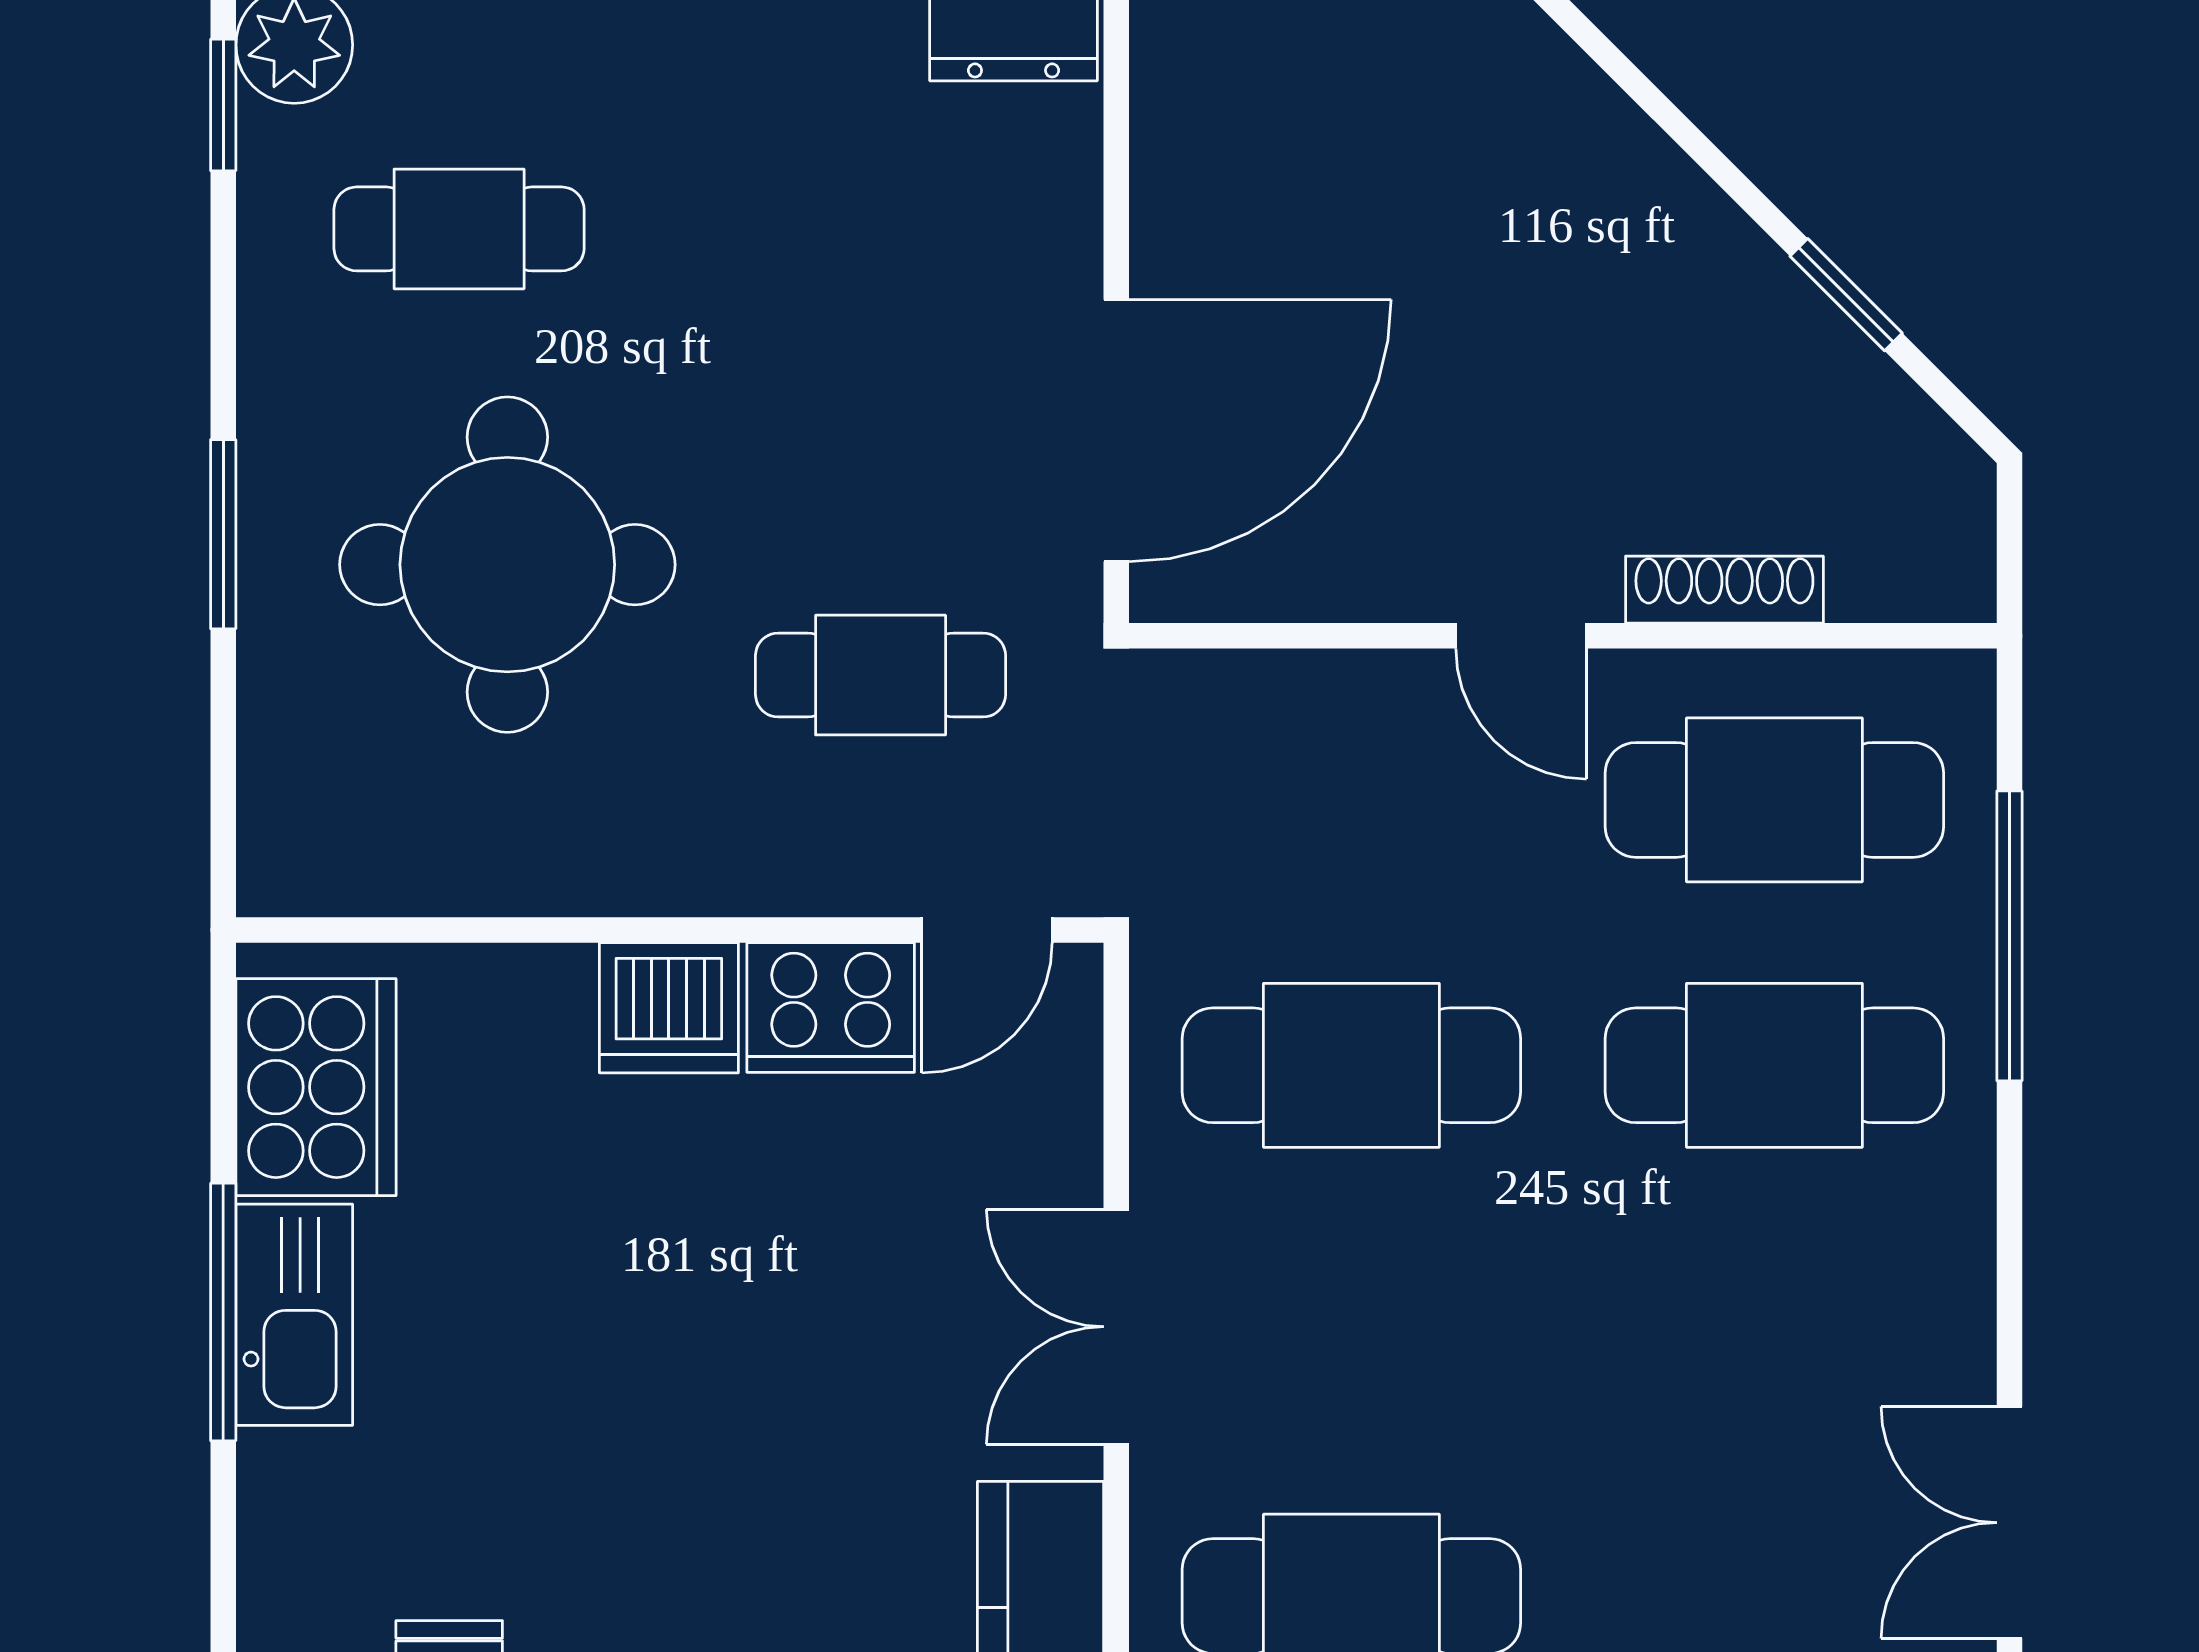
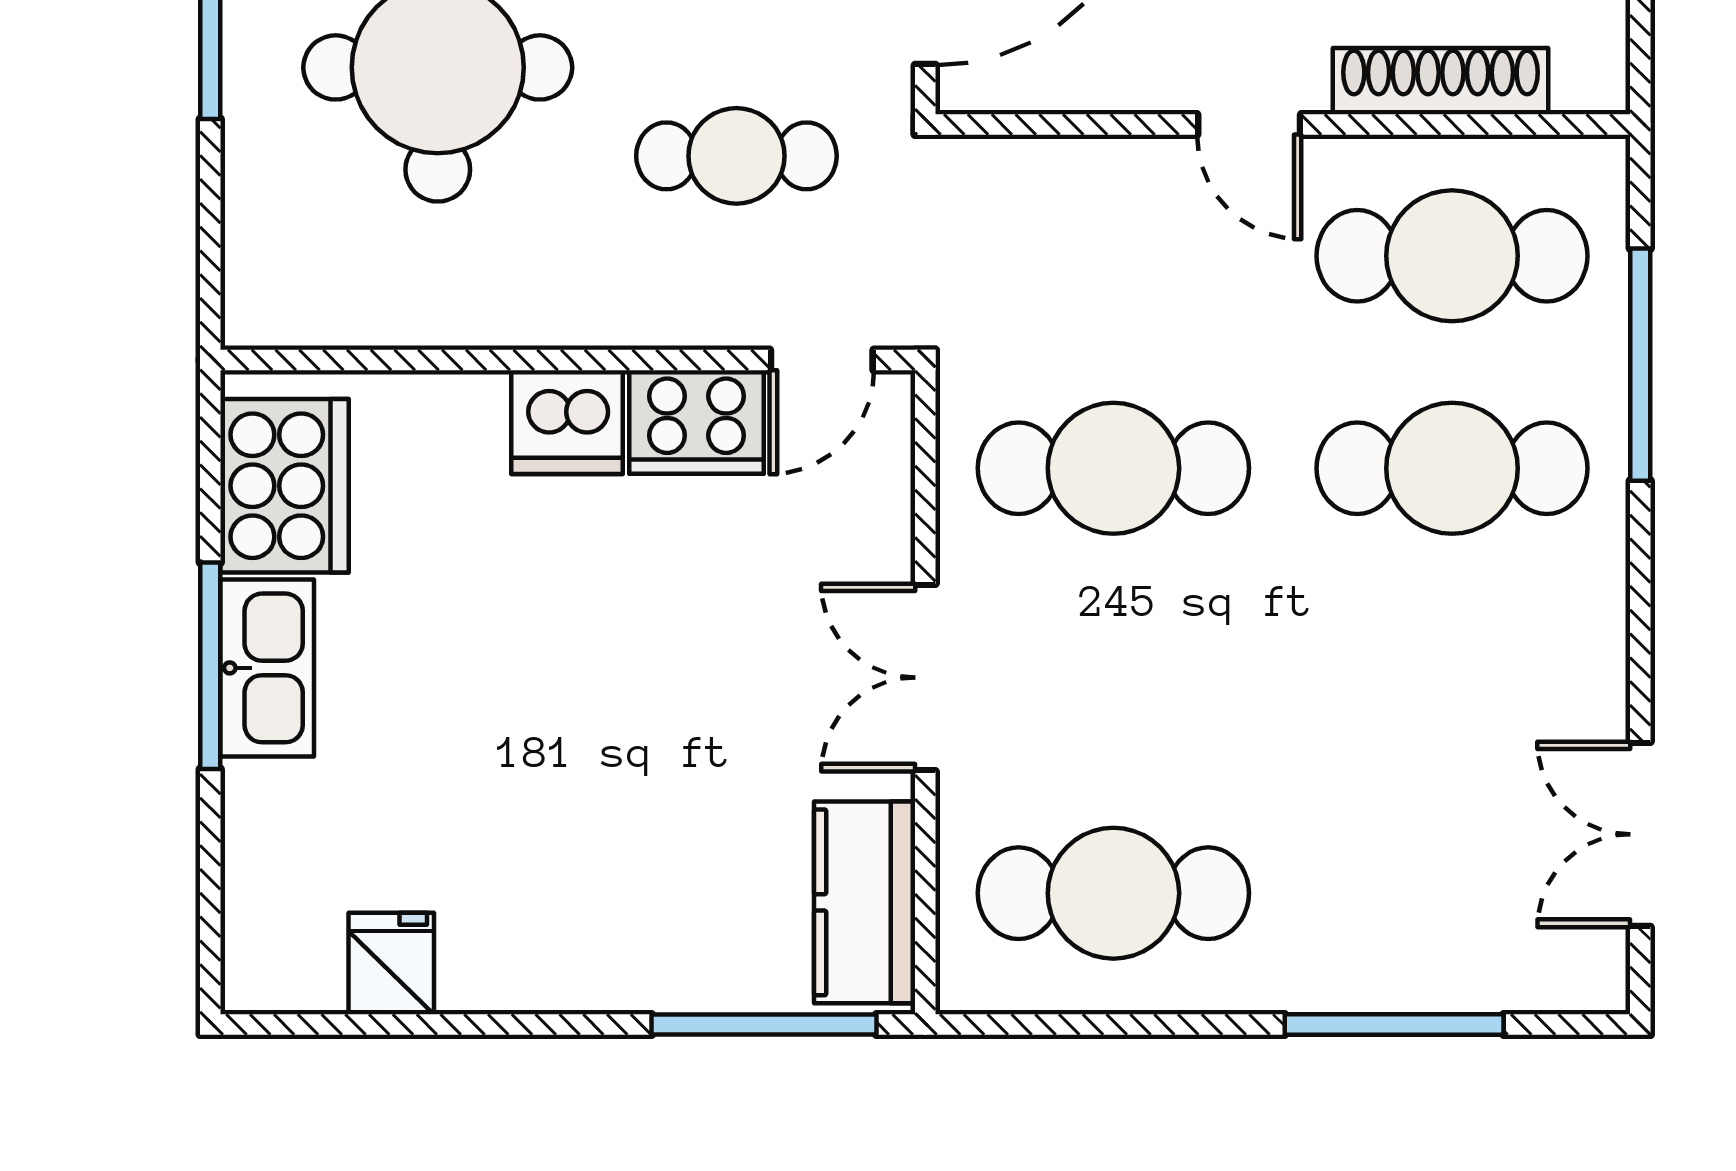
shoe rack: (1724, 590) -> (1440, 81), width x1.36, depth x1.24

